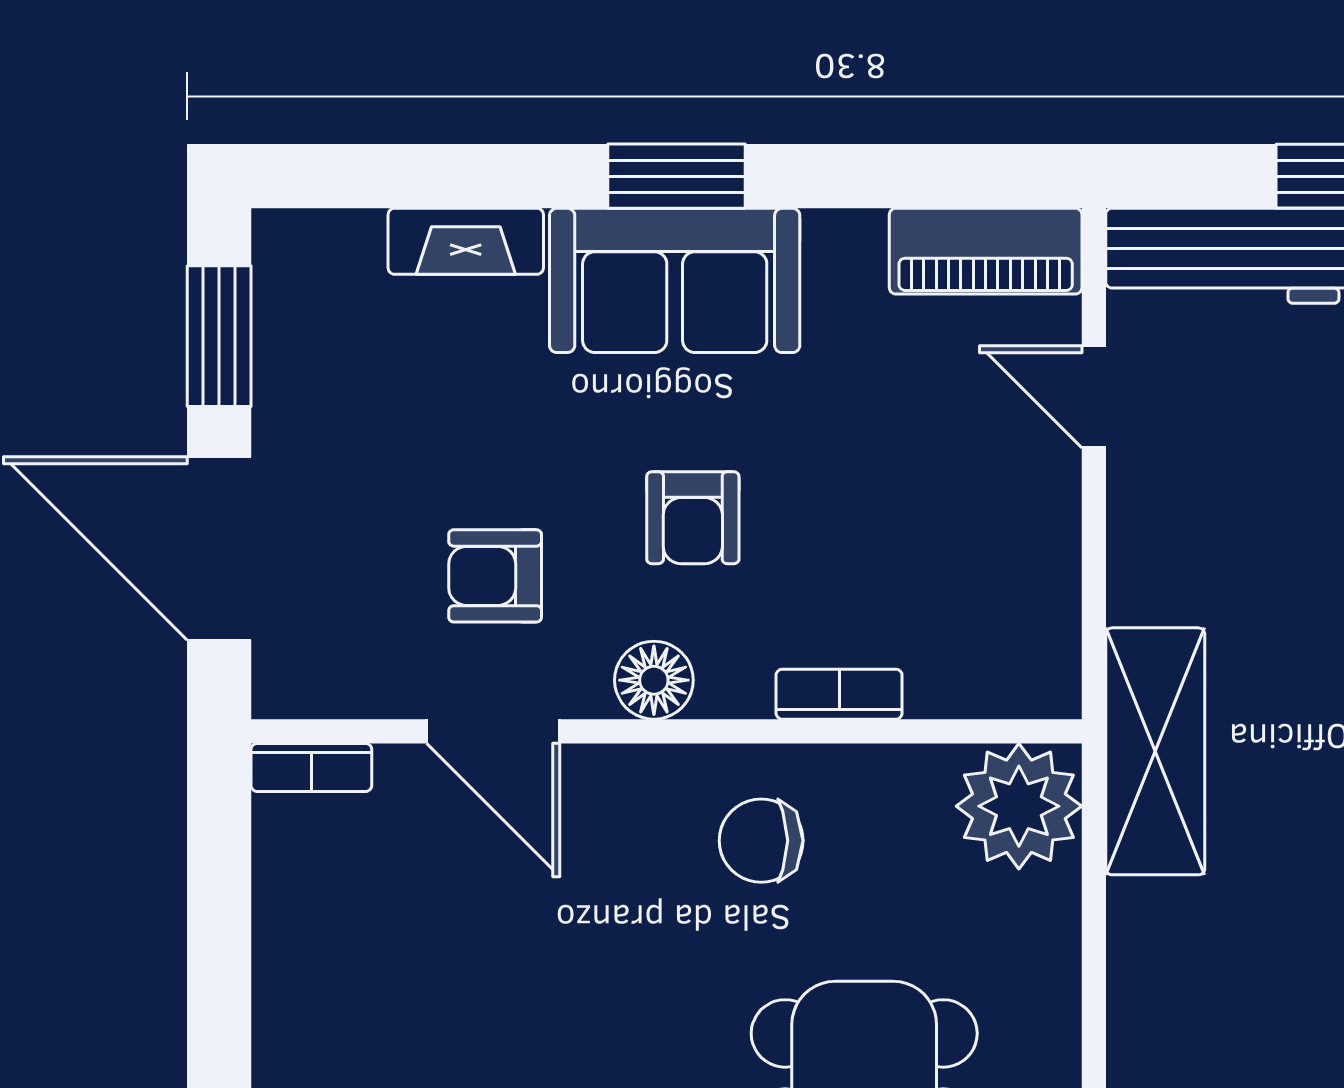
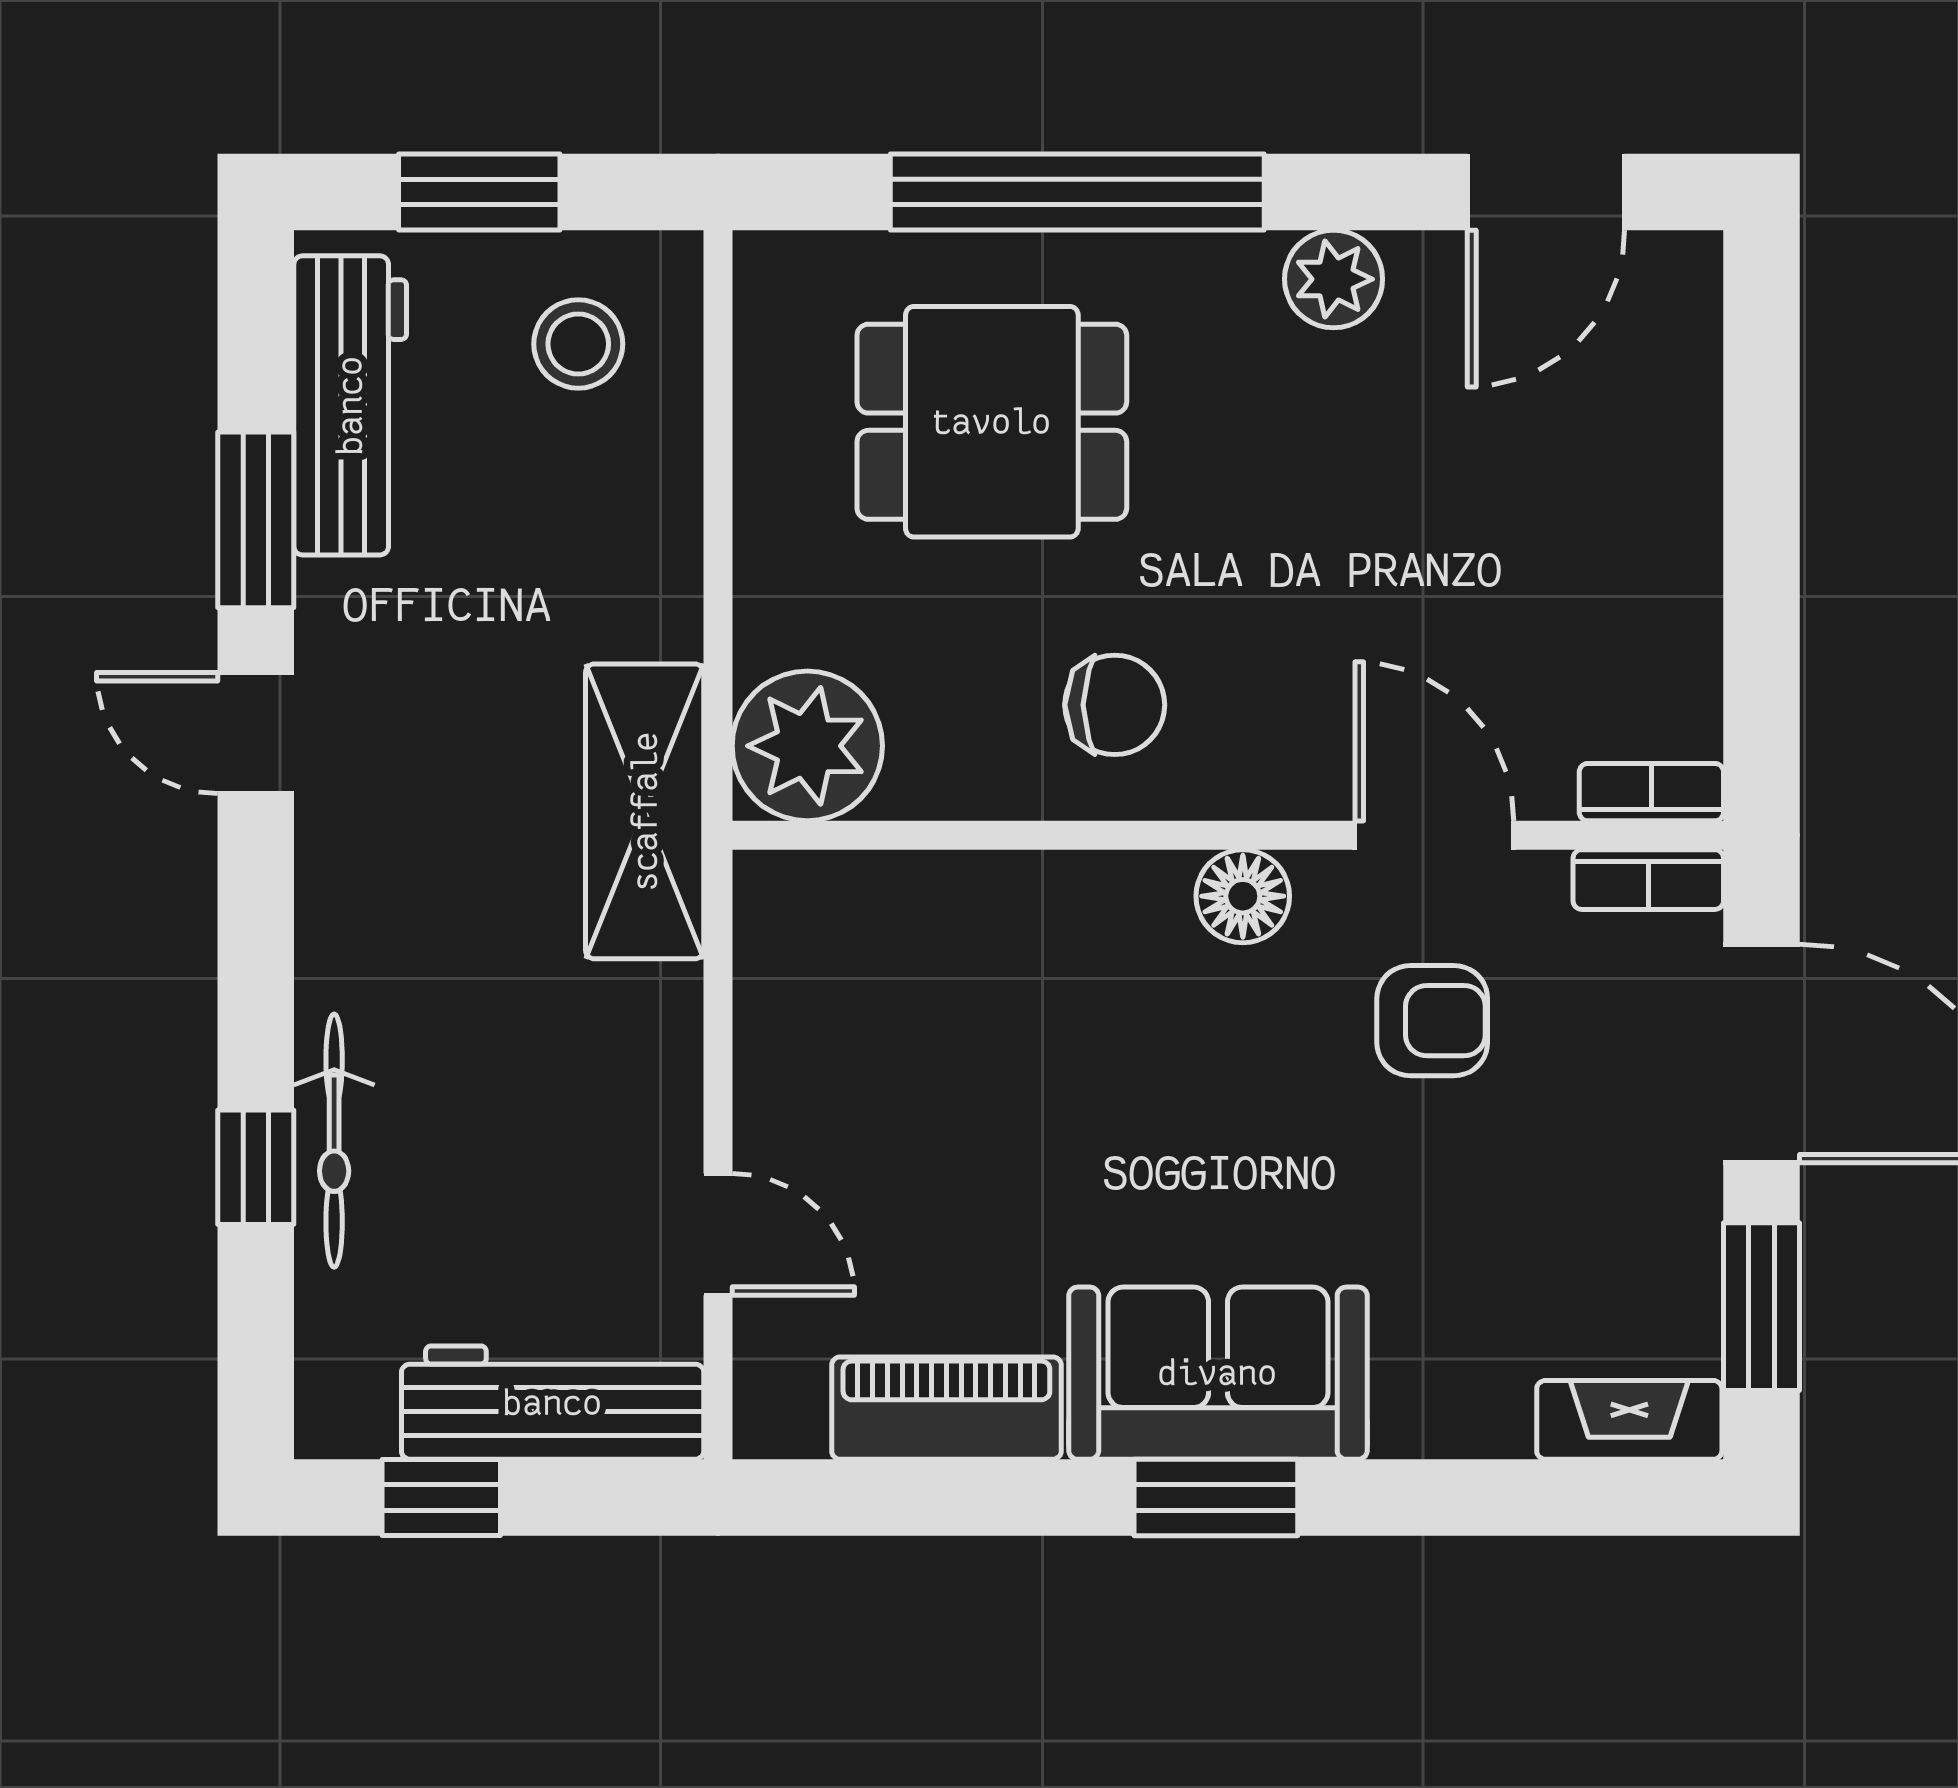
fireplace: (466, 241) -> (1629, 1420), moved
piano: (986, 251) -> (946, 1408), moved
armchair: (693, 518) -> (1196, 1090), removed
bookcase: (839, 694) -> (1648, 880), moved

